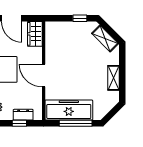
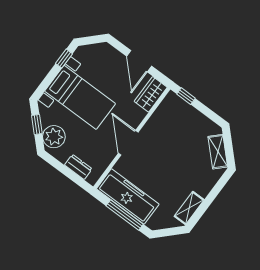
window: (80, 18) -> (186, 96), moved
shelving: (114, 78) -> (189, 208), moved
window: (19, 123) -> (68, 173), removed

